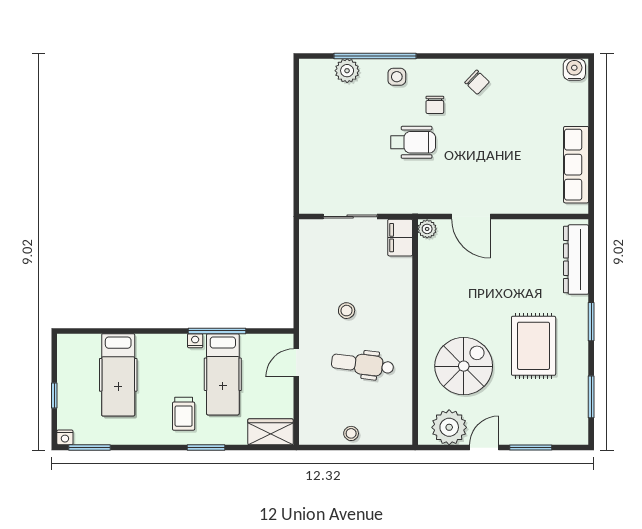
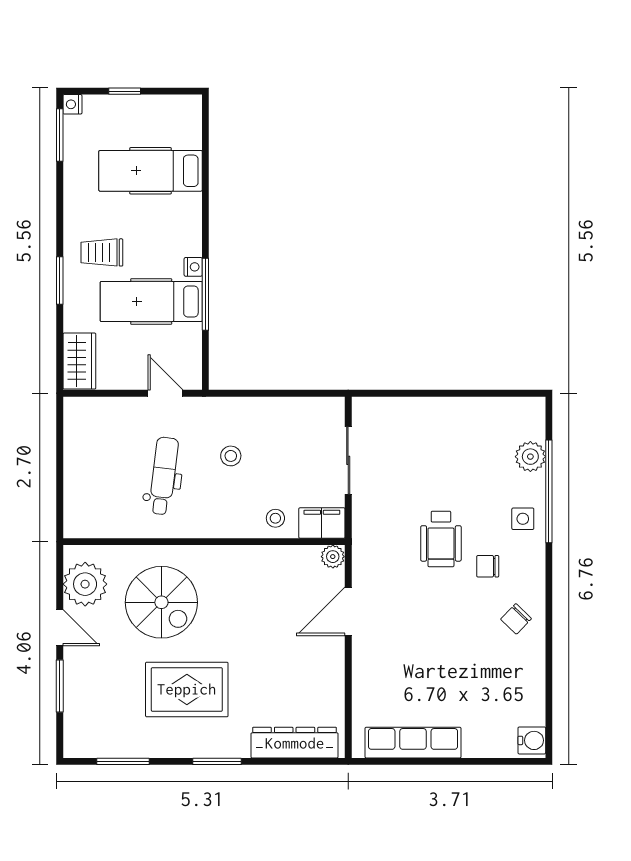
stool: (351, 433) -> (275, 518), moved

